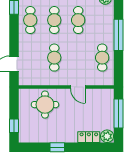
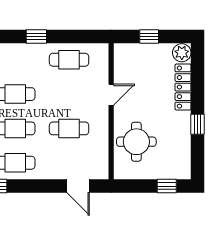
window: (118, 35) -> (36, 36), width x0.46
window: (118, 114) -> (149, 36), width x0.46
locker: (89, 137) -> (183, 87), width x1.53

